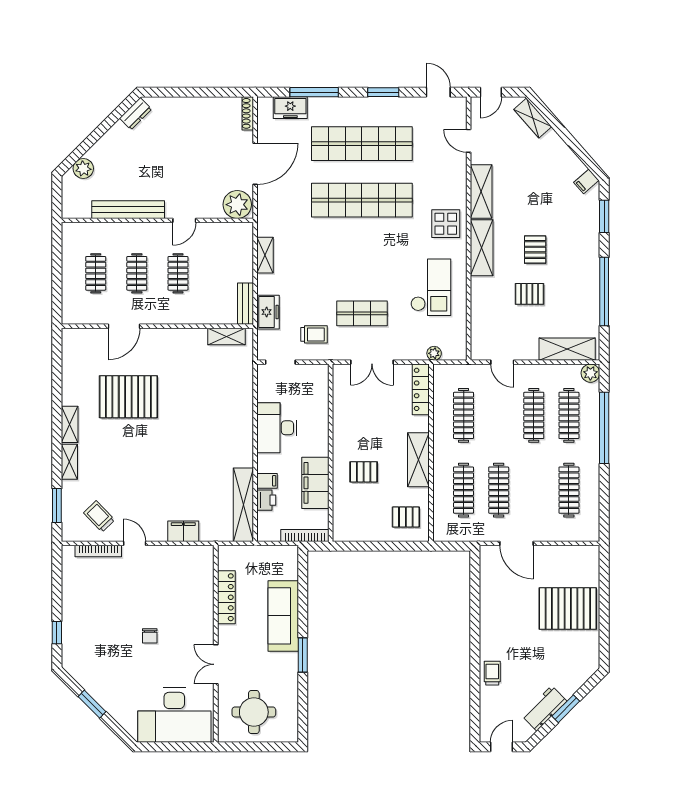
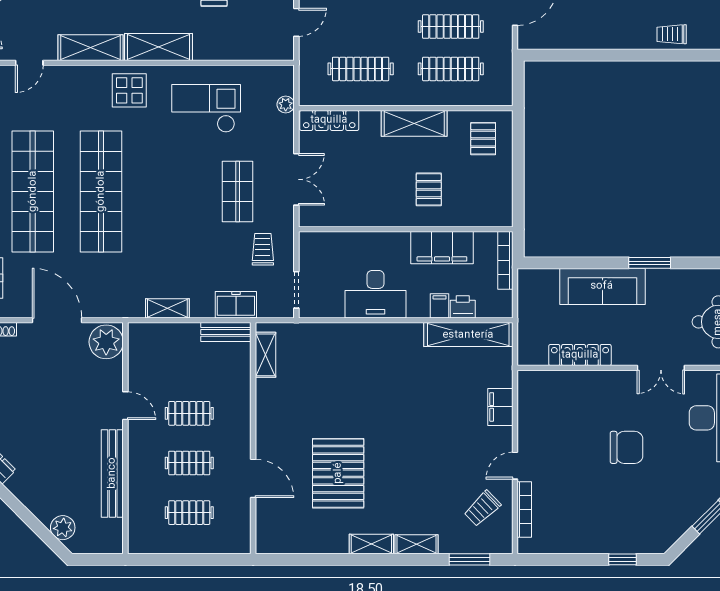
chair: (150, 636) -> (627, 447), width x1.87, depth x1.87

